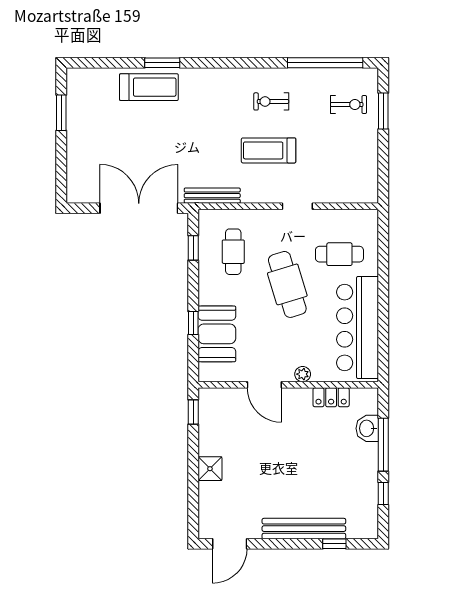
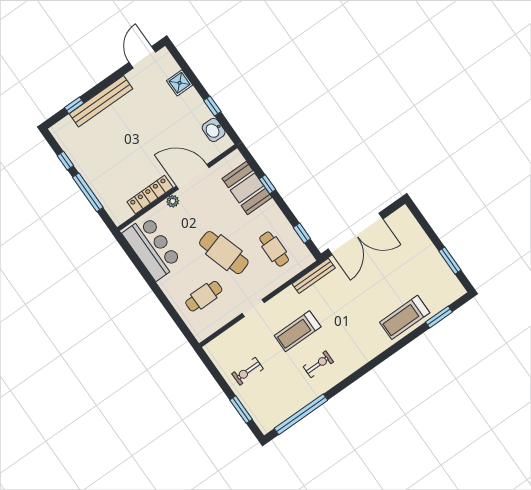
window: (162, 63) -> (439, 317), moved
exercise bike: (348, 104) -> (248, 371), moved
treadmill: (269, 150) -> (298, 331), turned 180
bar counter: (358, 327) -> (152, 248), width x0.73
door: (264, 385) -> (193, 177), width x1.36
locker: (331, 397) -> (150, 195), width x1.53
window: (193, 412) -> (212, 106), moved
washbasin: (367, 428) -> (214, 130), moved, turned 180
shower: (210, 469) -> (180, 83), moved

